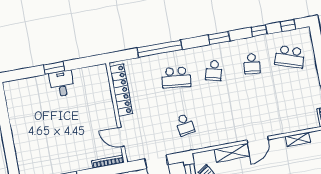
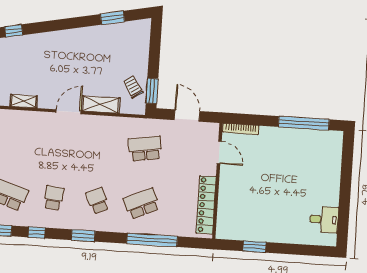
window: (54, 68) -> (254, 247), moved
school desk: (214, 71) -> (98, 201), turned -39
school desk: (176, 77) -> (142, 204), turned -30
desk: (62, 84) -> (324, 220), moved, turned -90
school desk: (185, 125) -> (145, 149), width x1.85

